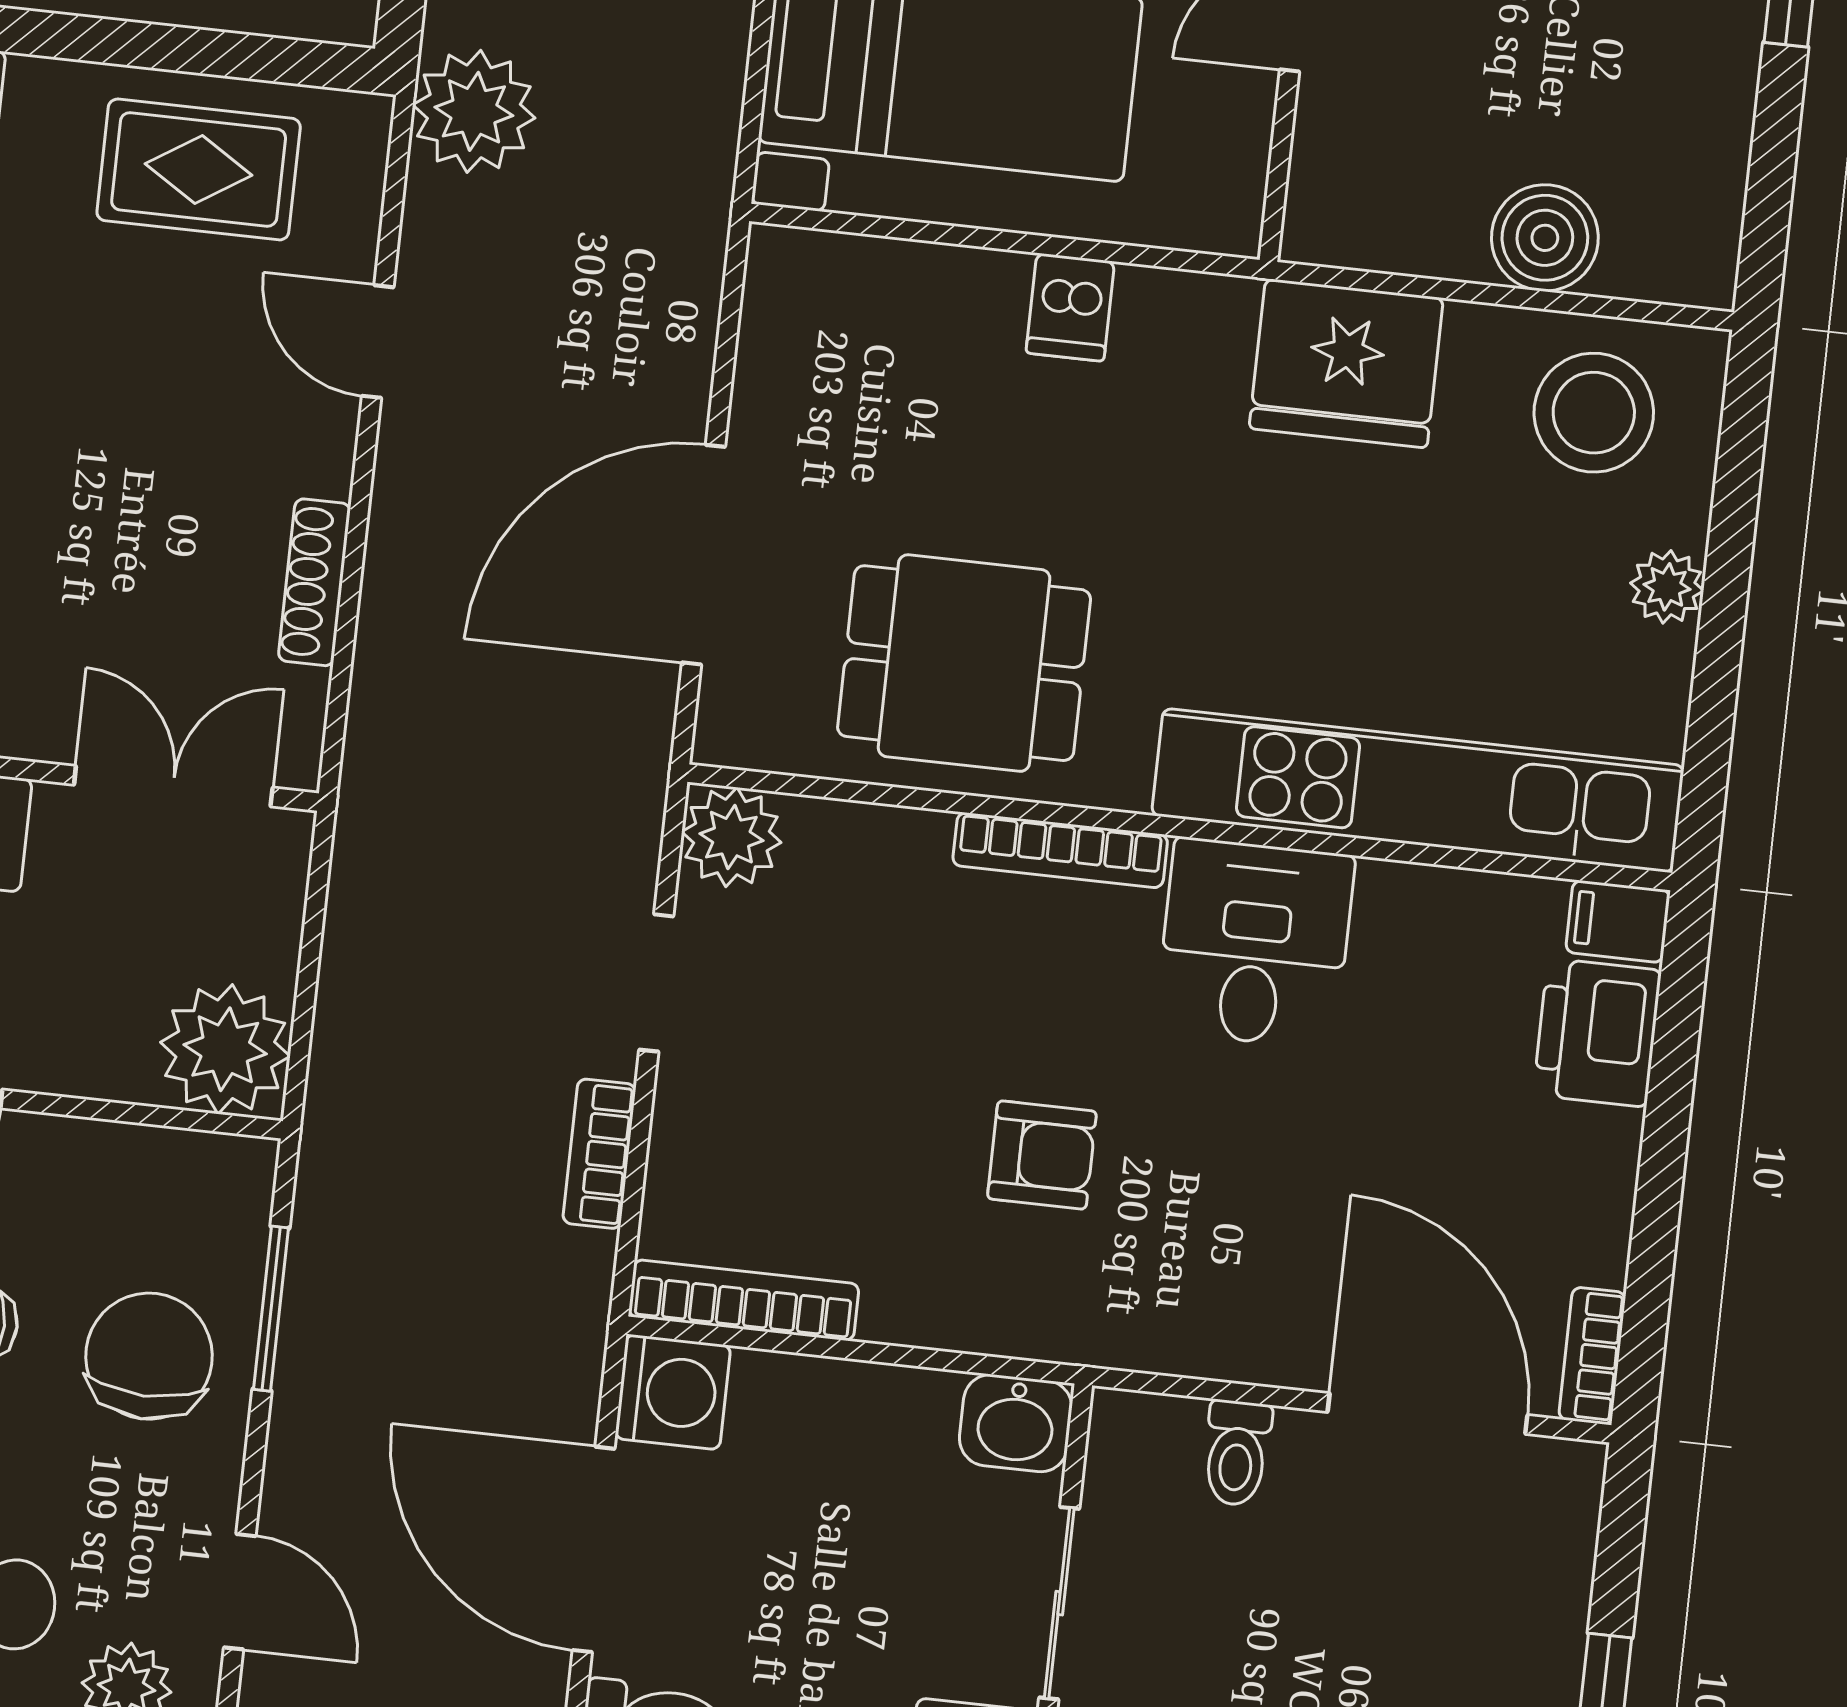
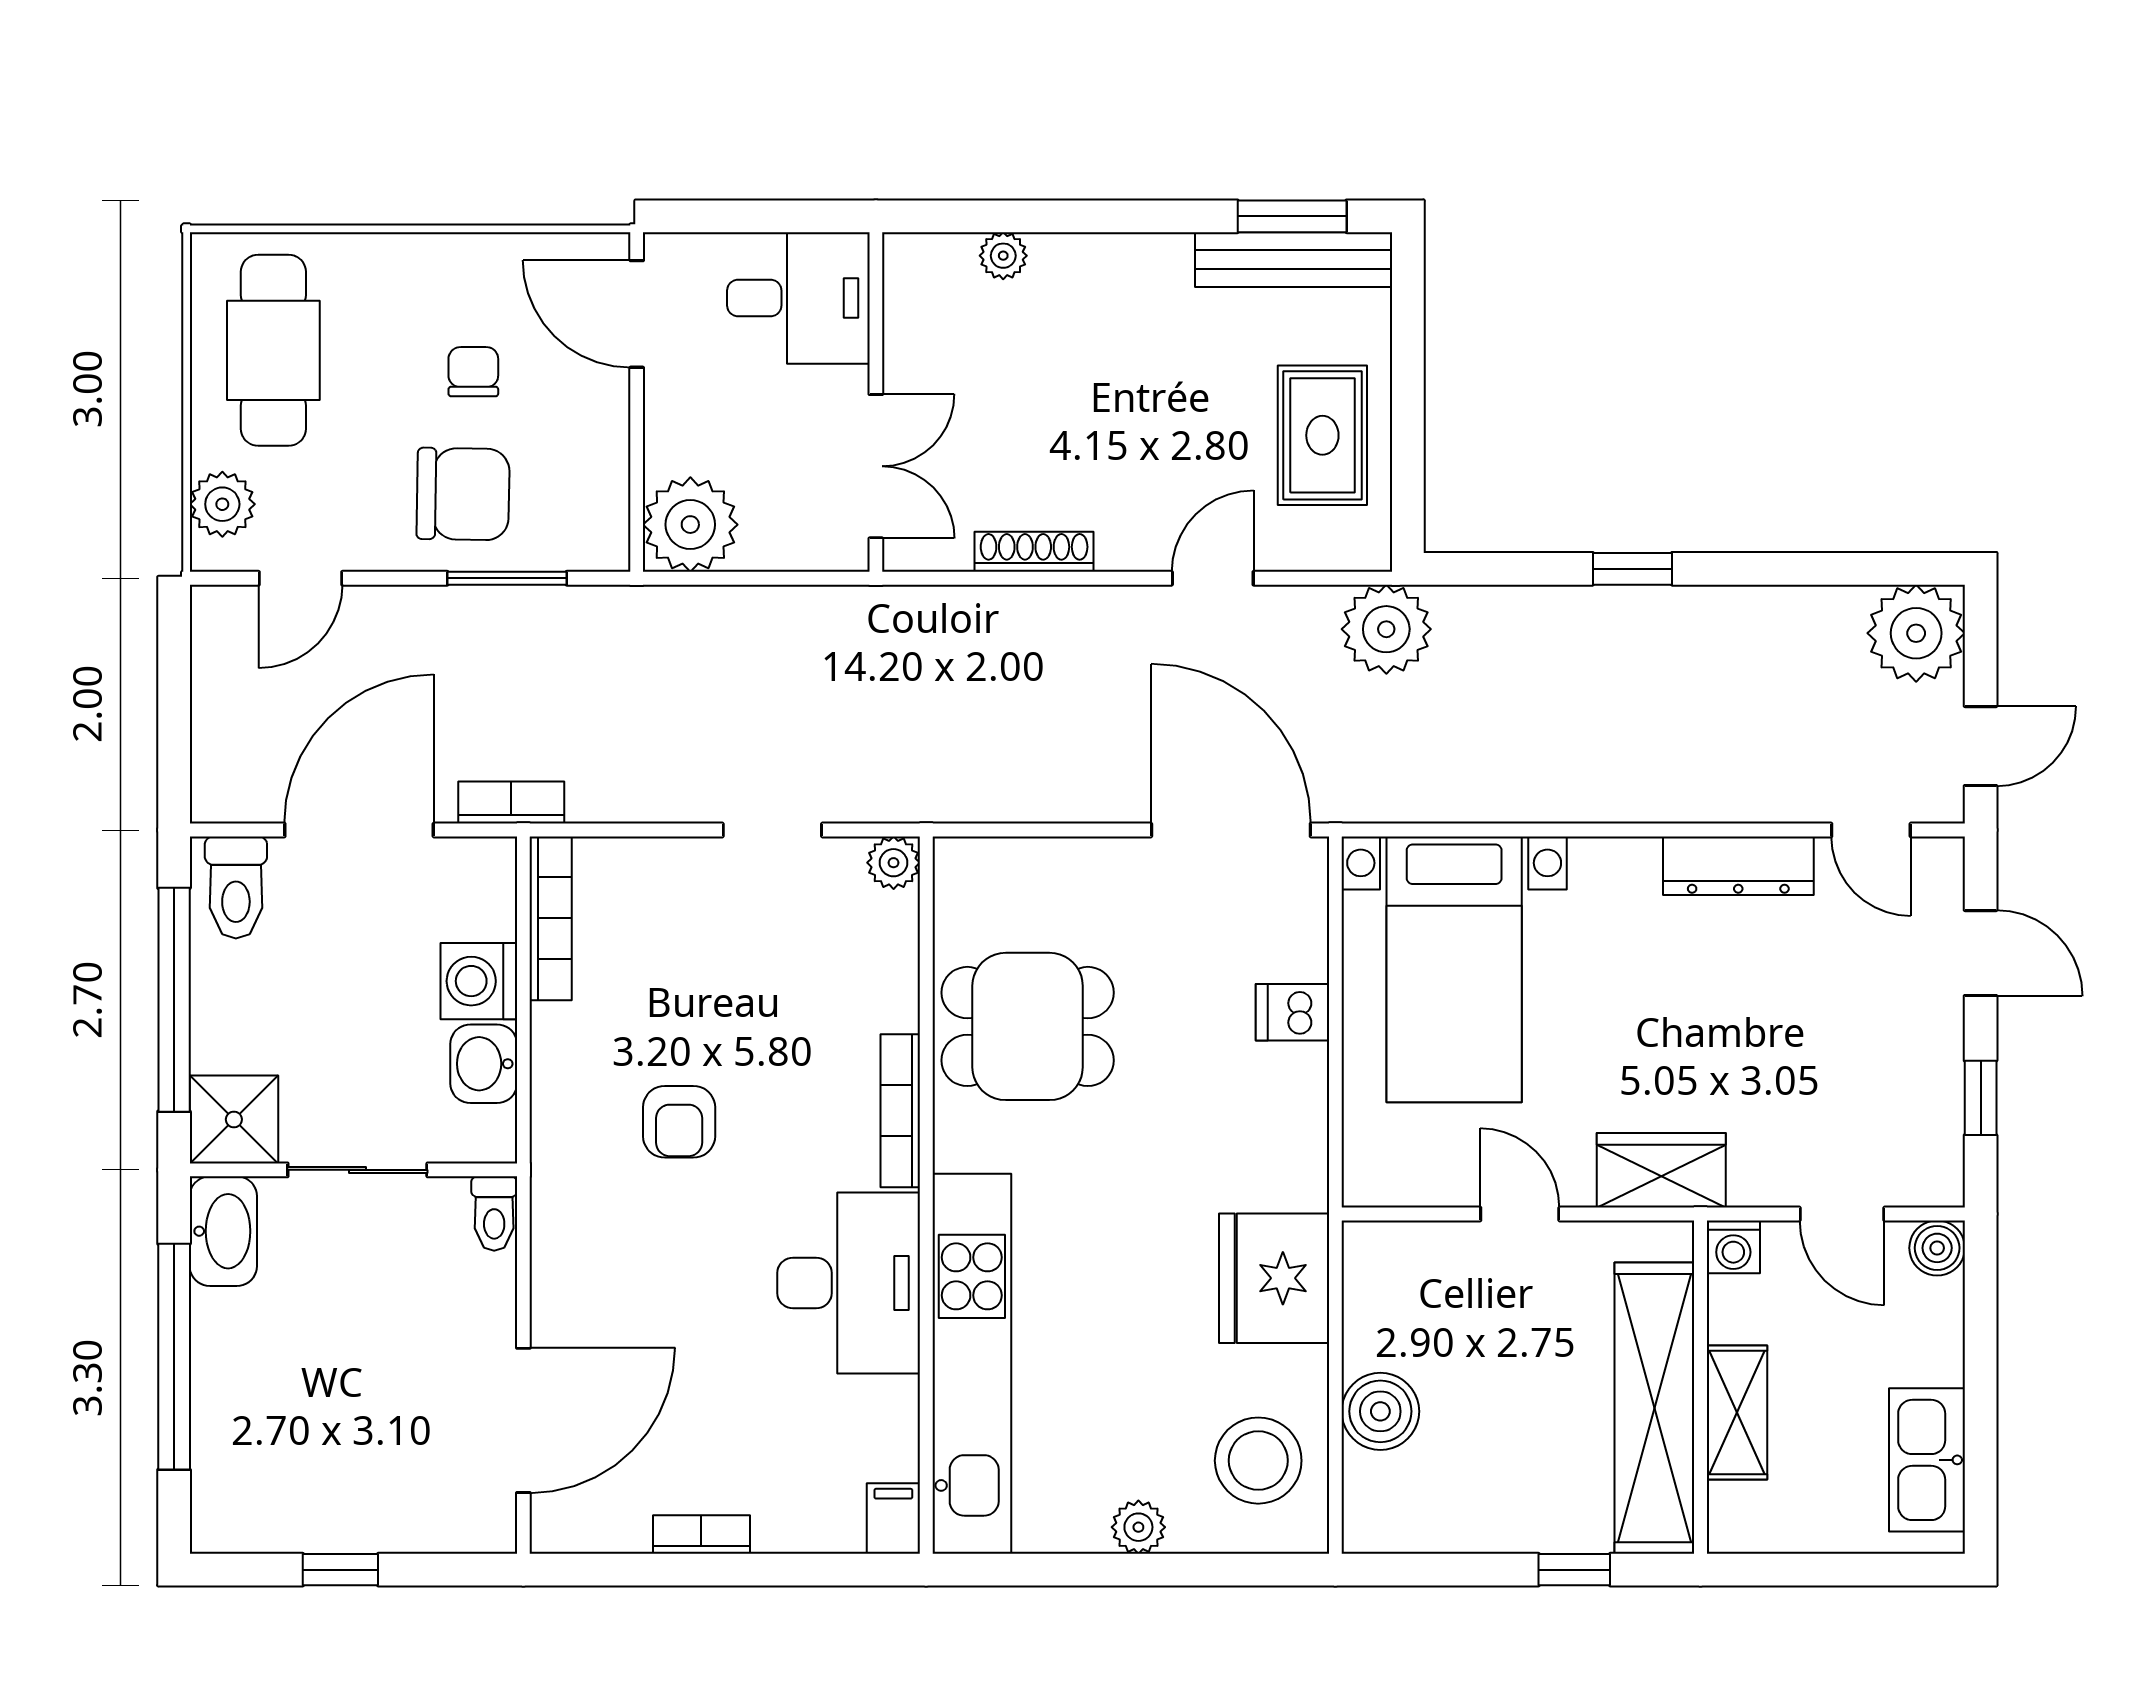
dishwasher: (1070, 307) -> (1293, 1012), moved
door: (703, 555) -> (1231, 830), moved
dining table: (964, 663) -> (1028, 1026), turned 90
plant: (731, 837) -> (894, 863), width x0.73, depth x0.73
desk: (1255, 943) -> (849, 1283), width x1.37
printer: (1597, 1033) -> (812, 1512), removed
bookcase: (599, 1154) -> (511, 803), moved
bookcase: (1592, 1356) -> (701, 1535), moved
washing machine: (673, 1392) -> (479, 981), moved, turned 90
washbasin: (1016, 1423) -> (484, 1064), moved
toilet: (1237, 1453) -> (494, 1214), moved, turned -90

